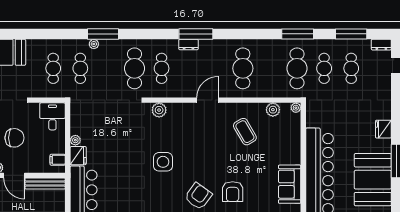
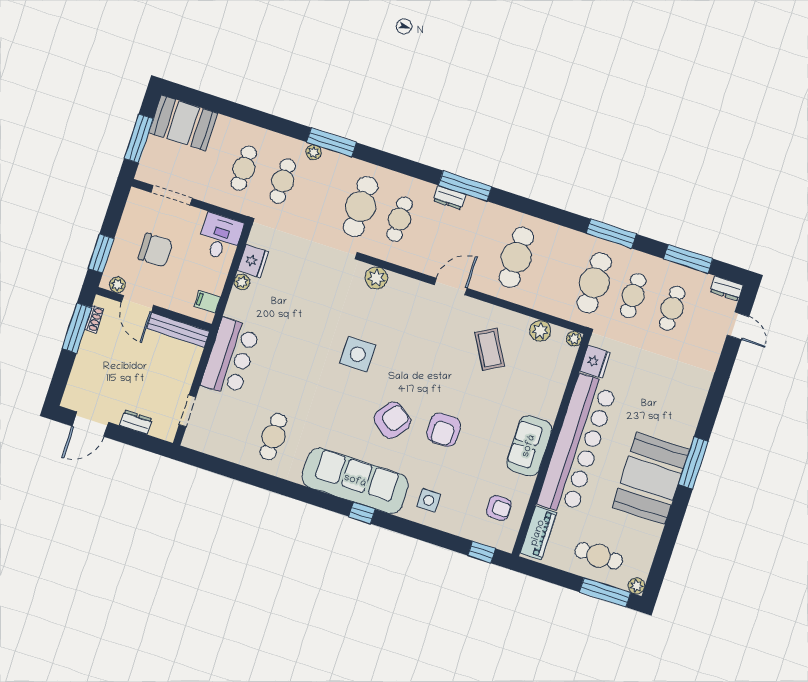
fridge: (383, 129) -> (595, 362), moved, turned 180
fridge: (78, 156) -> (253, 261), moved

